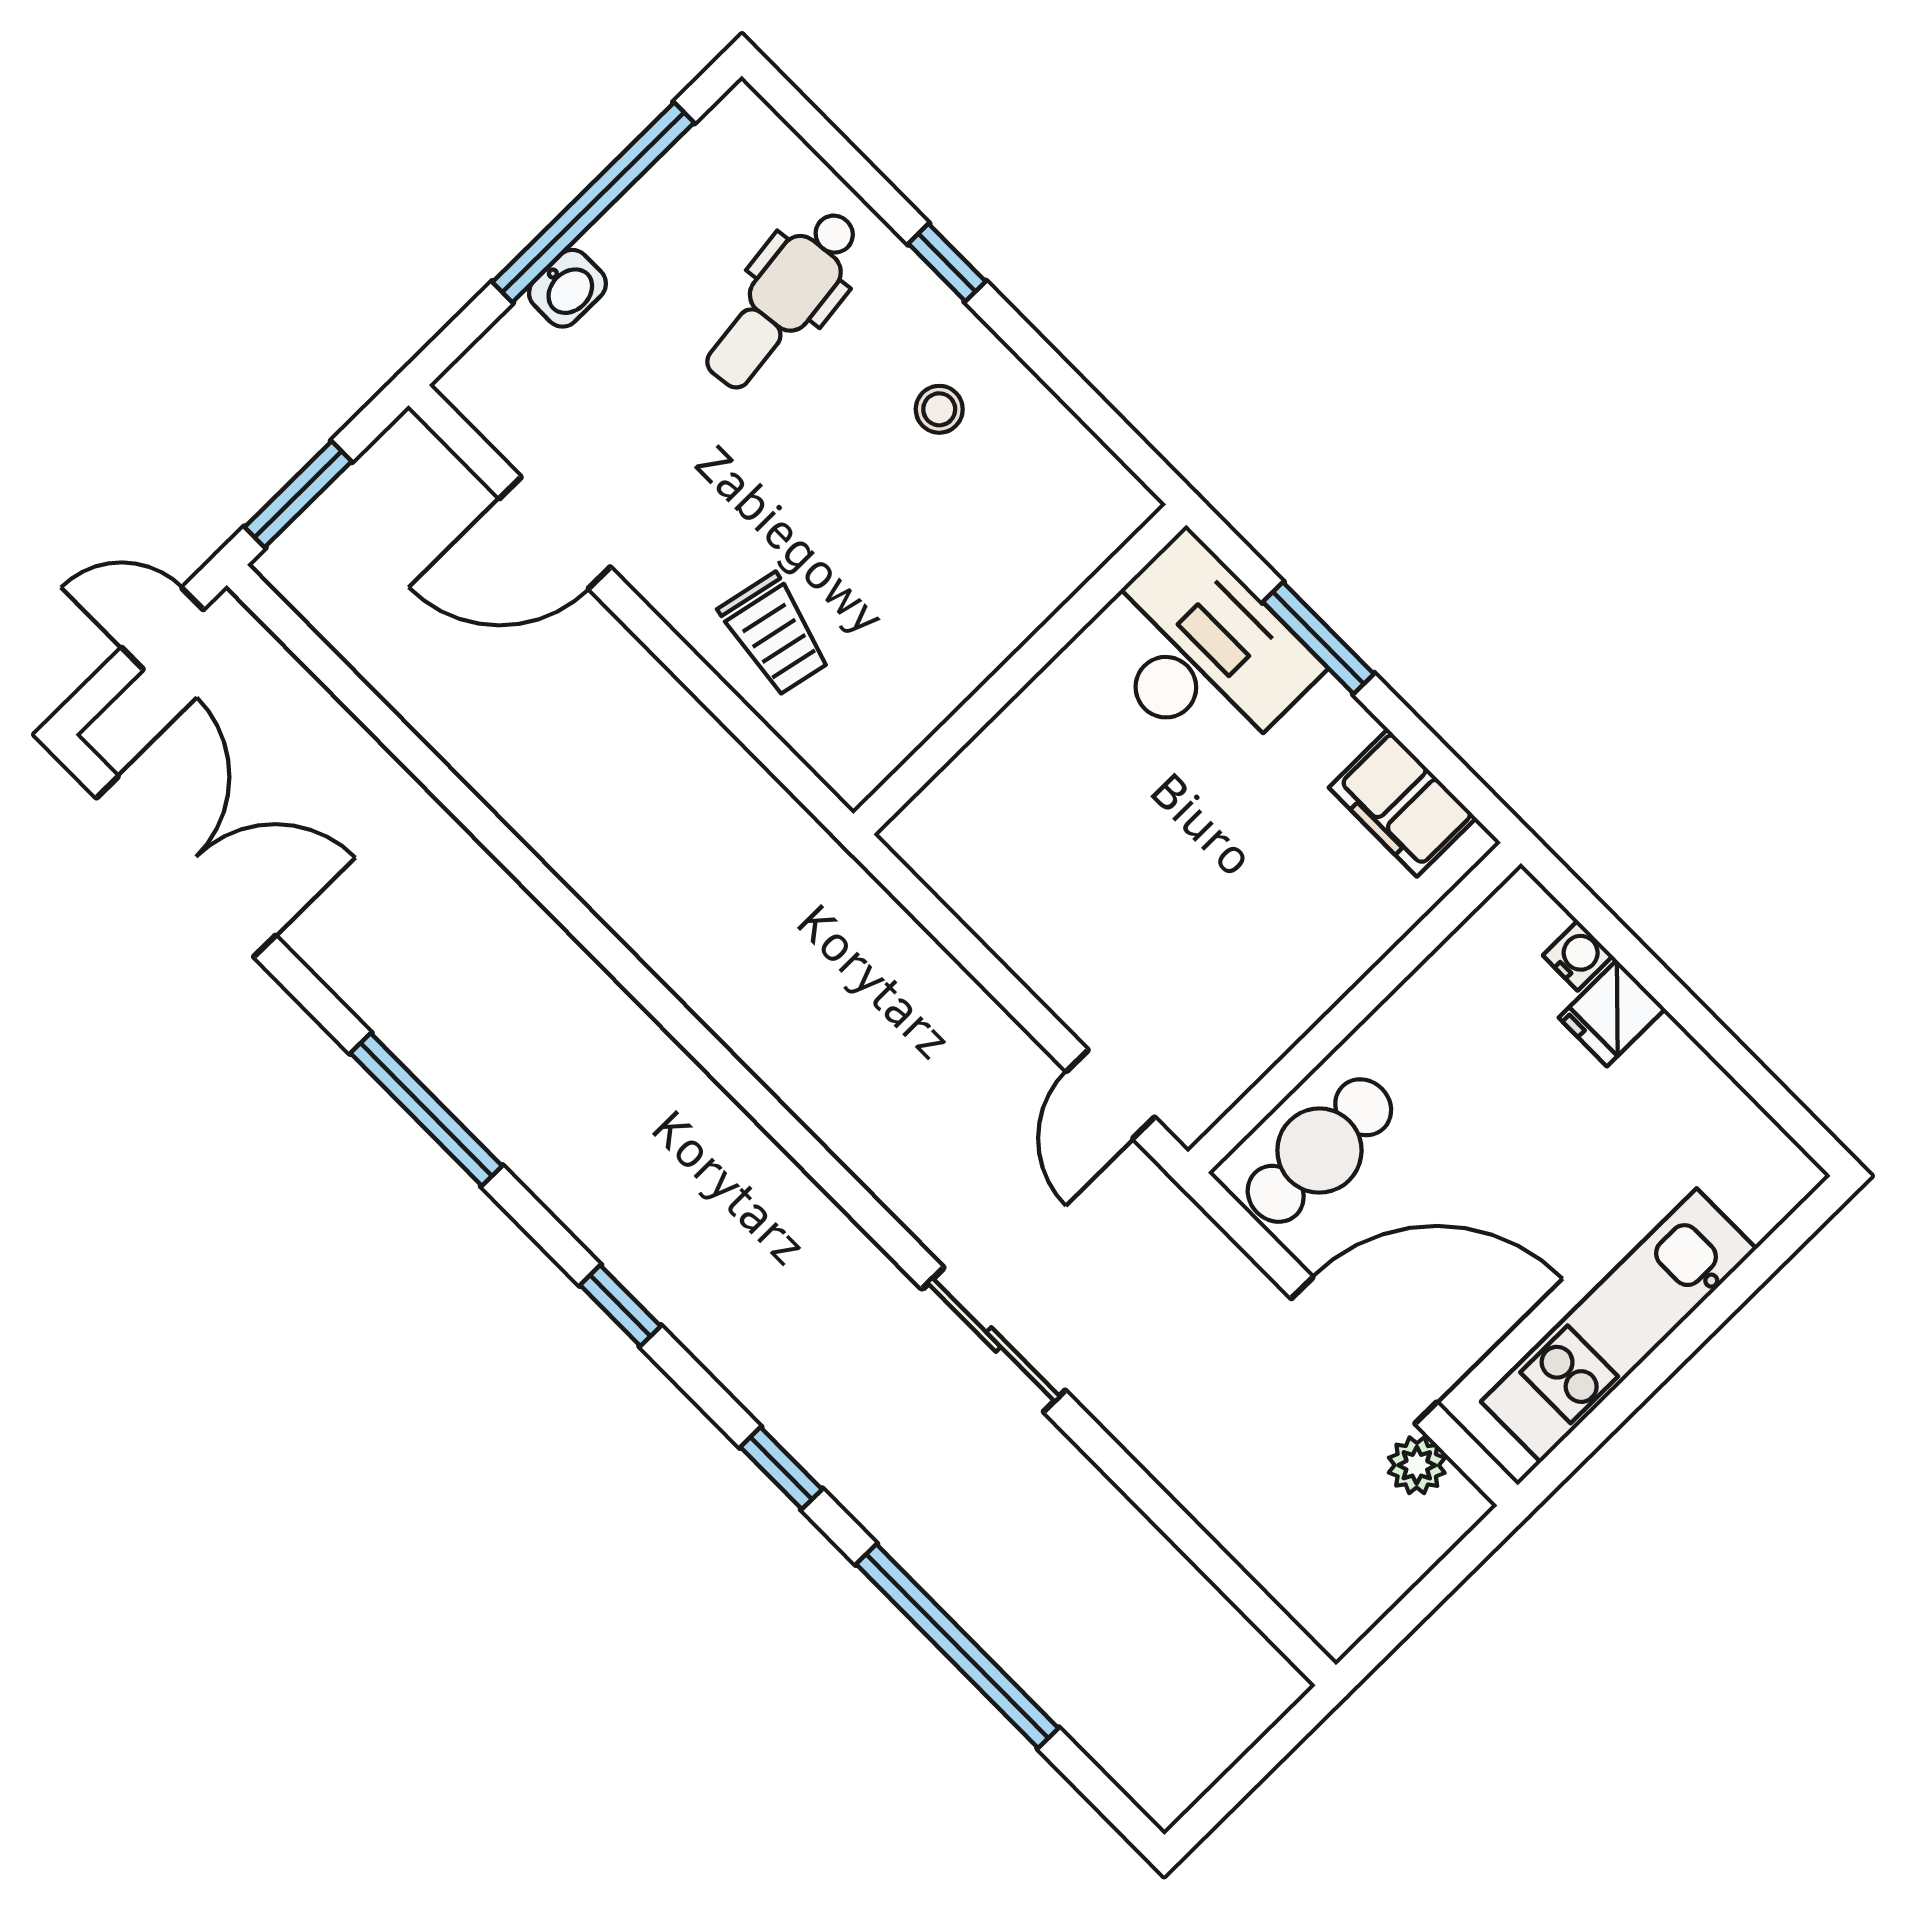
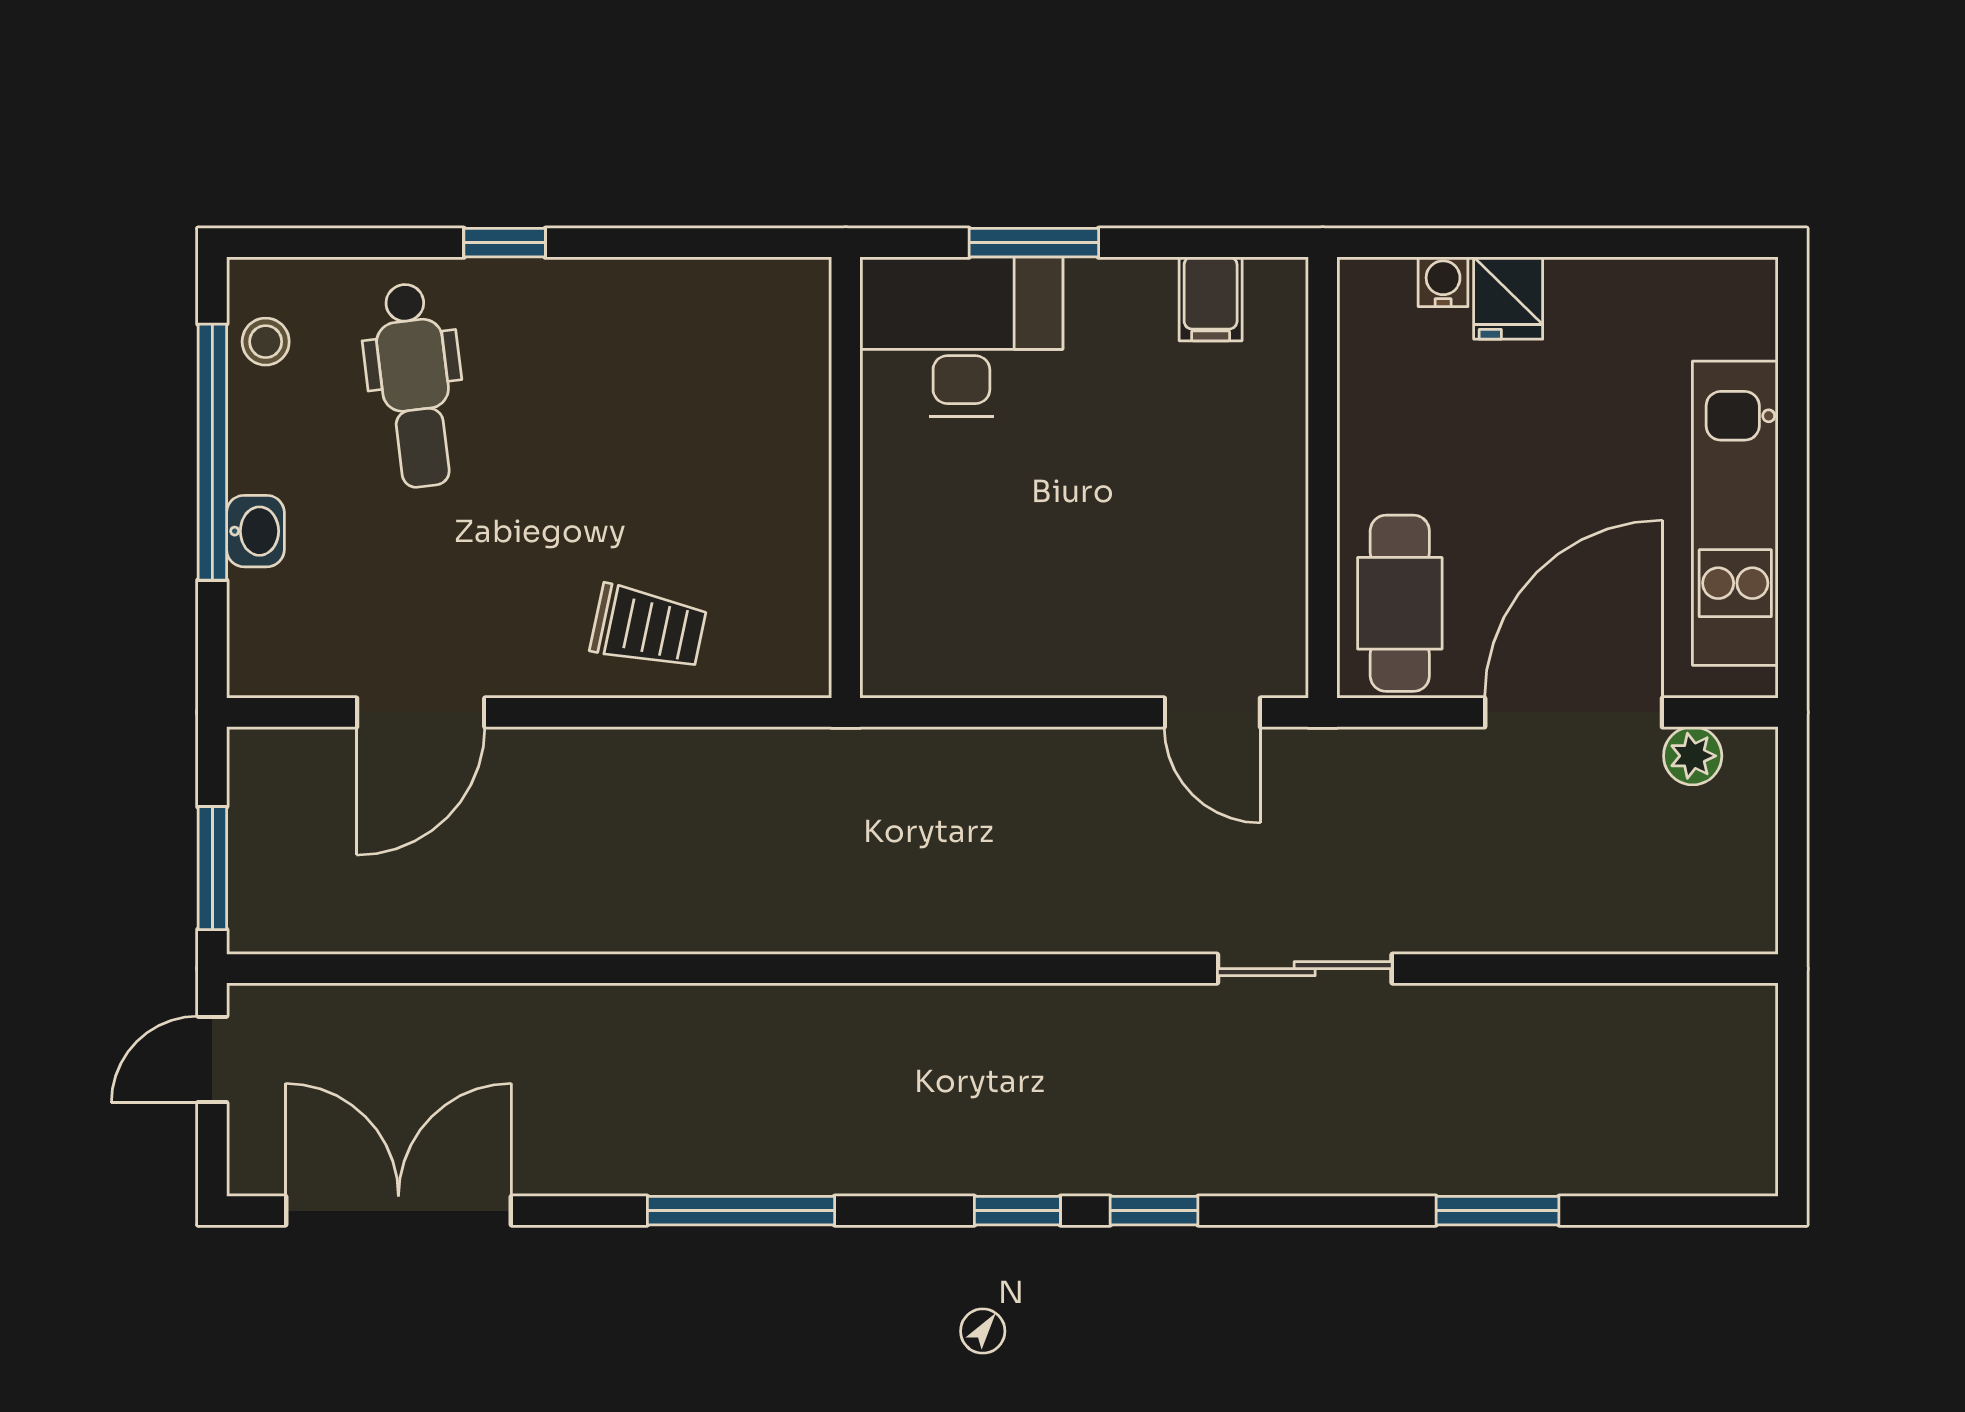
stool: (939, 409) -> (266, 342), moved
filing cabinet: (1403, 803) -> (1211, 299), width x0.50
window: (781, 1468) -> (1154, 1211), moved
window: (957, 1646) -> (1497, 1211), width x0.47

